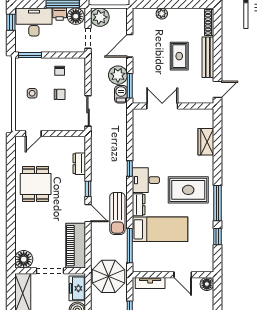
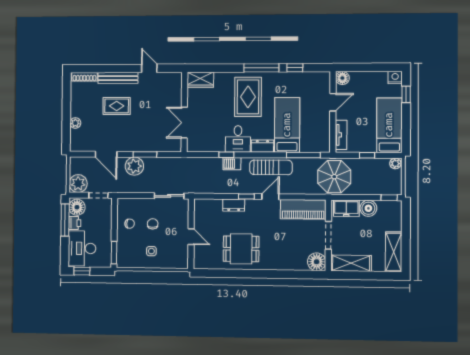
barbecue: (121, 94) -> (232, 164), moved
double door: (162, 106) -> (184, 123), moved
wall: (173, 106) -> (184, 112), moved
door: (33, 134) -> (191, 237), moved
dresser: (79, 164) -> (234, 205), moved

